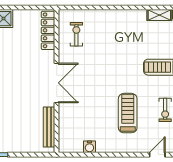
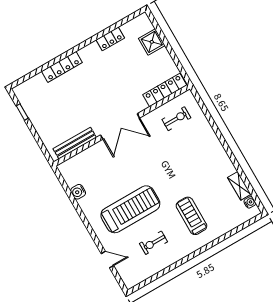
treadmill: (128, 113) -> (130, 209), width x1.37, depth x1.38

